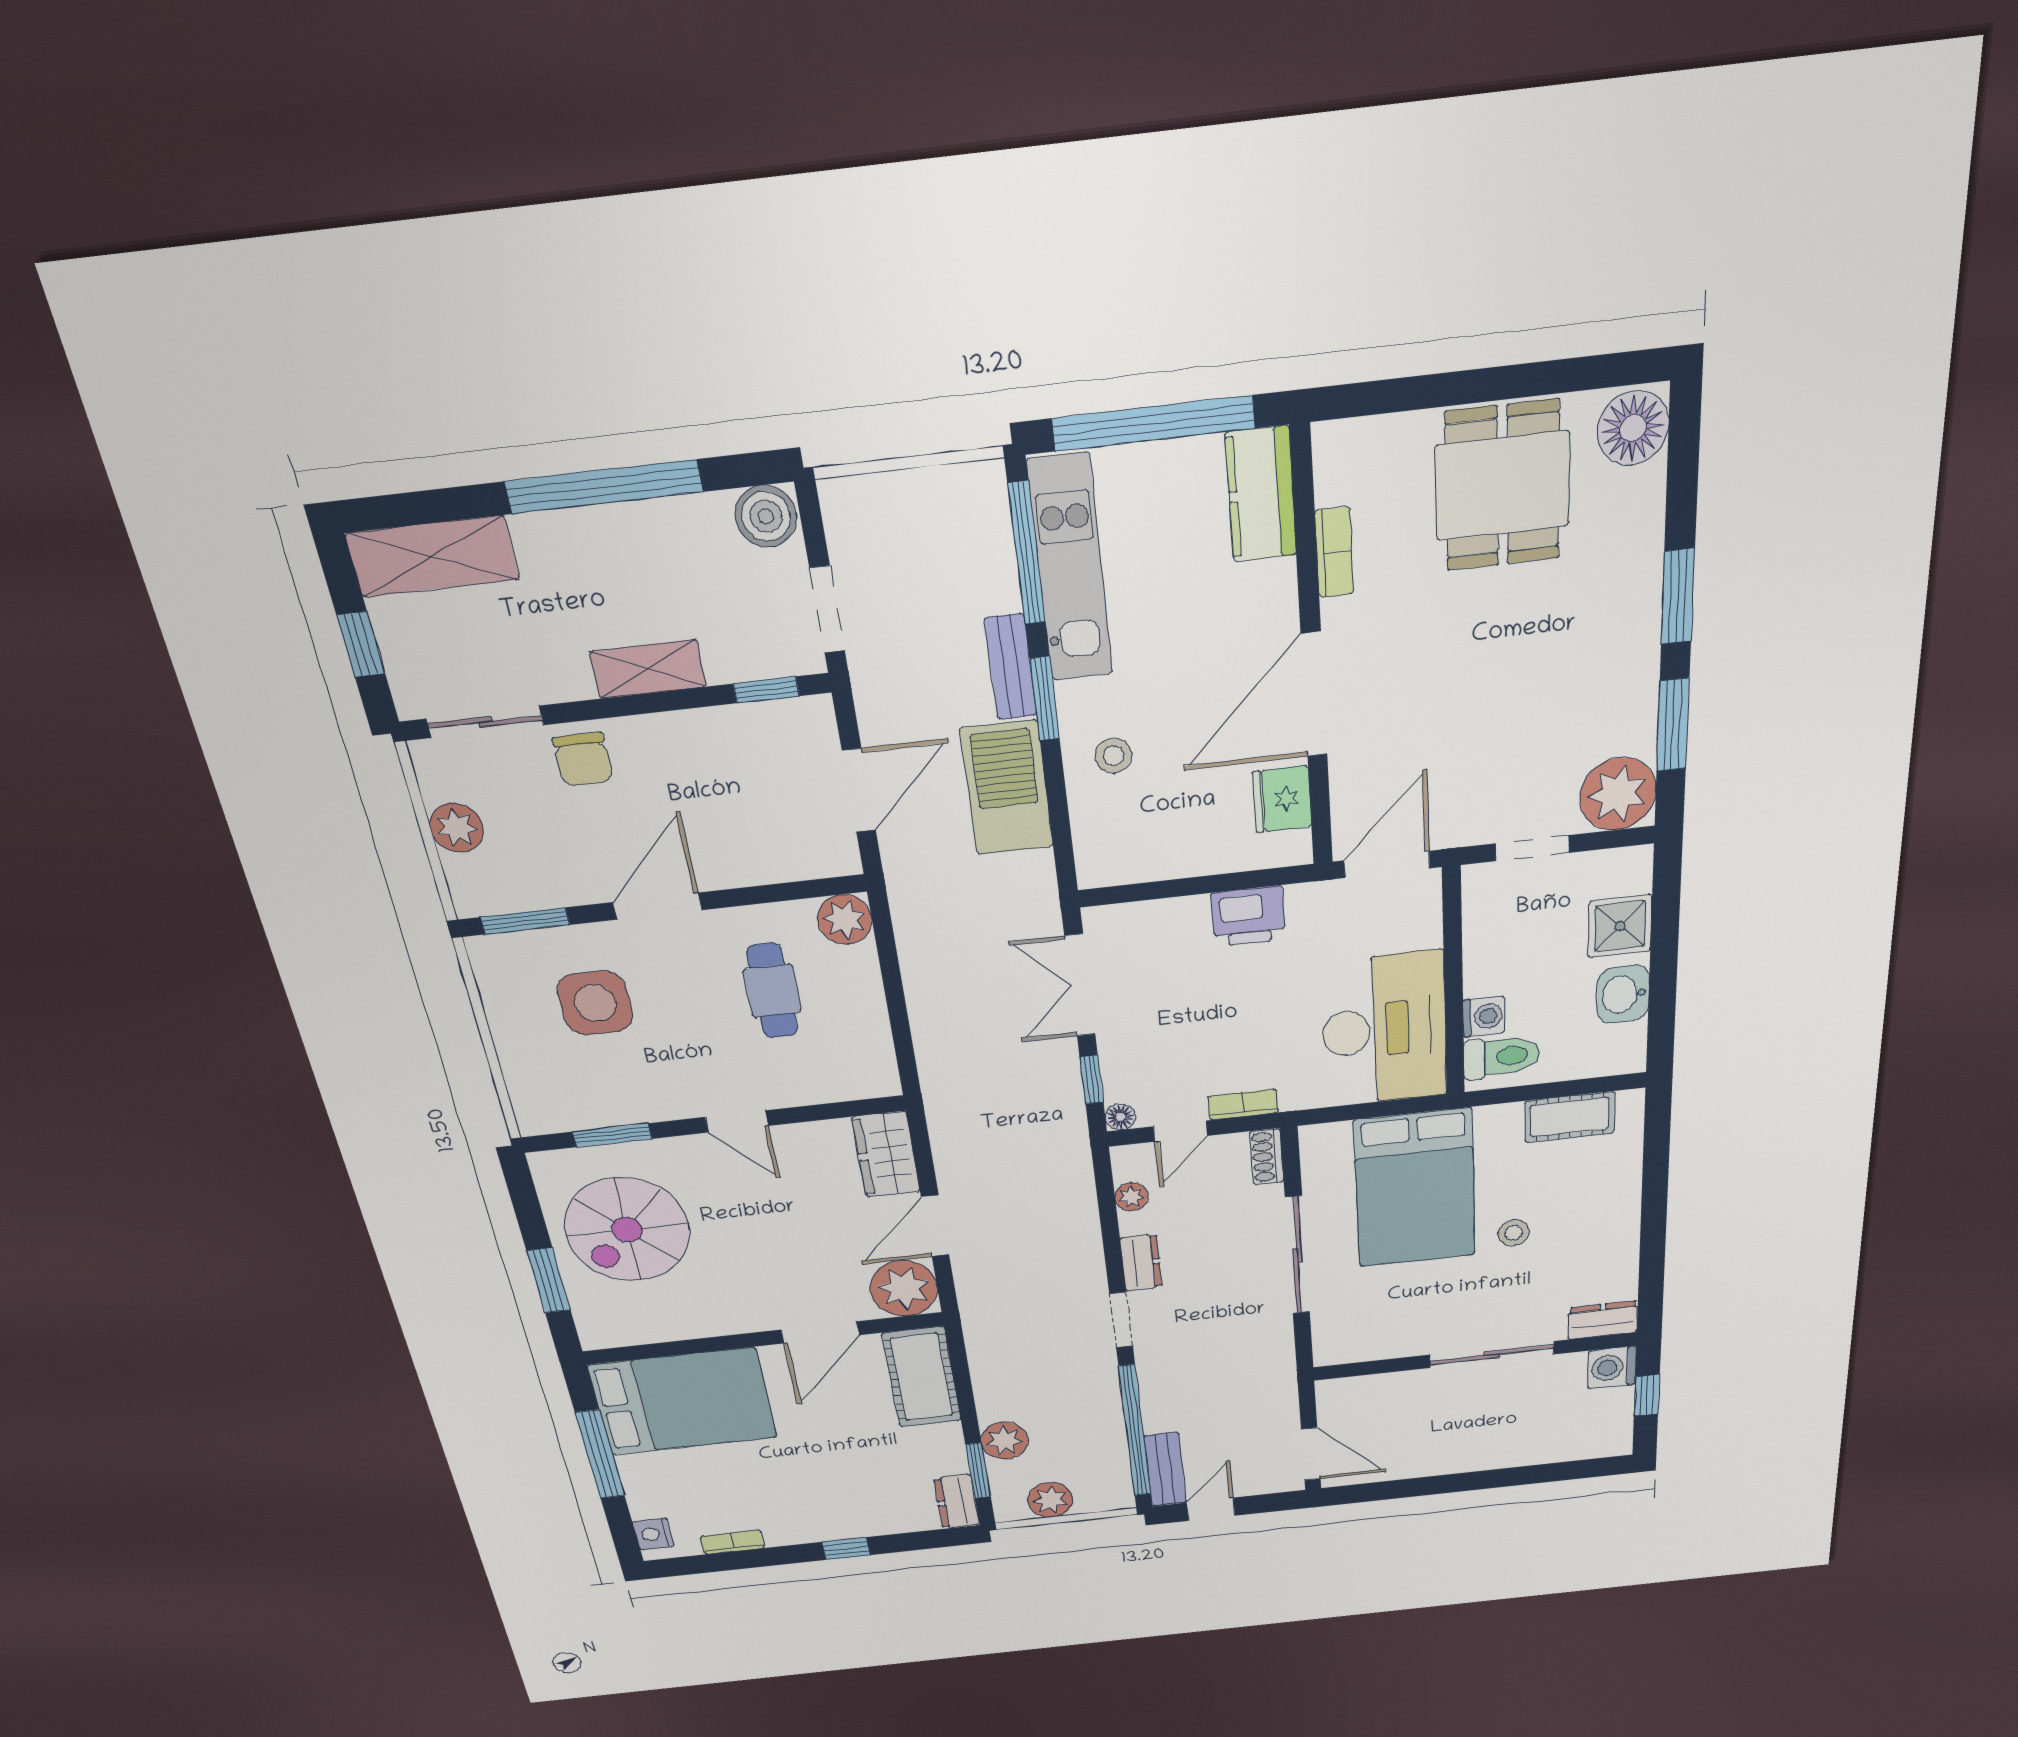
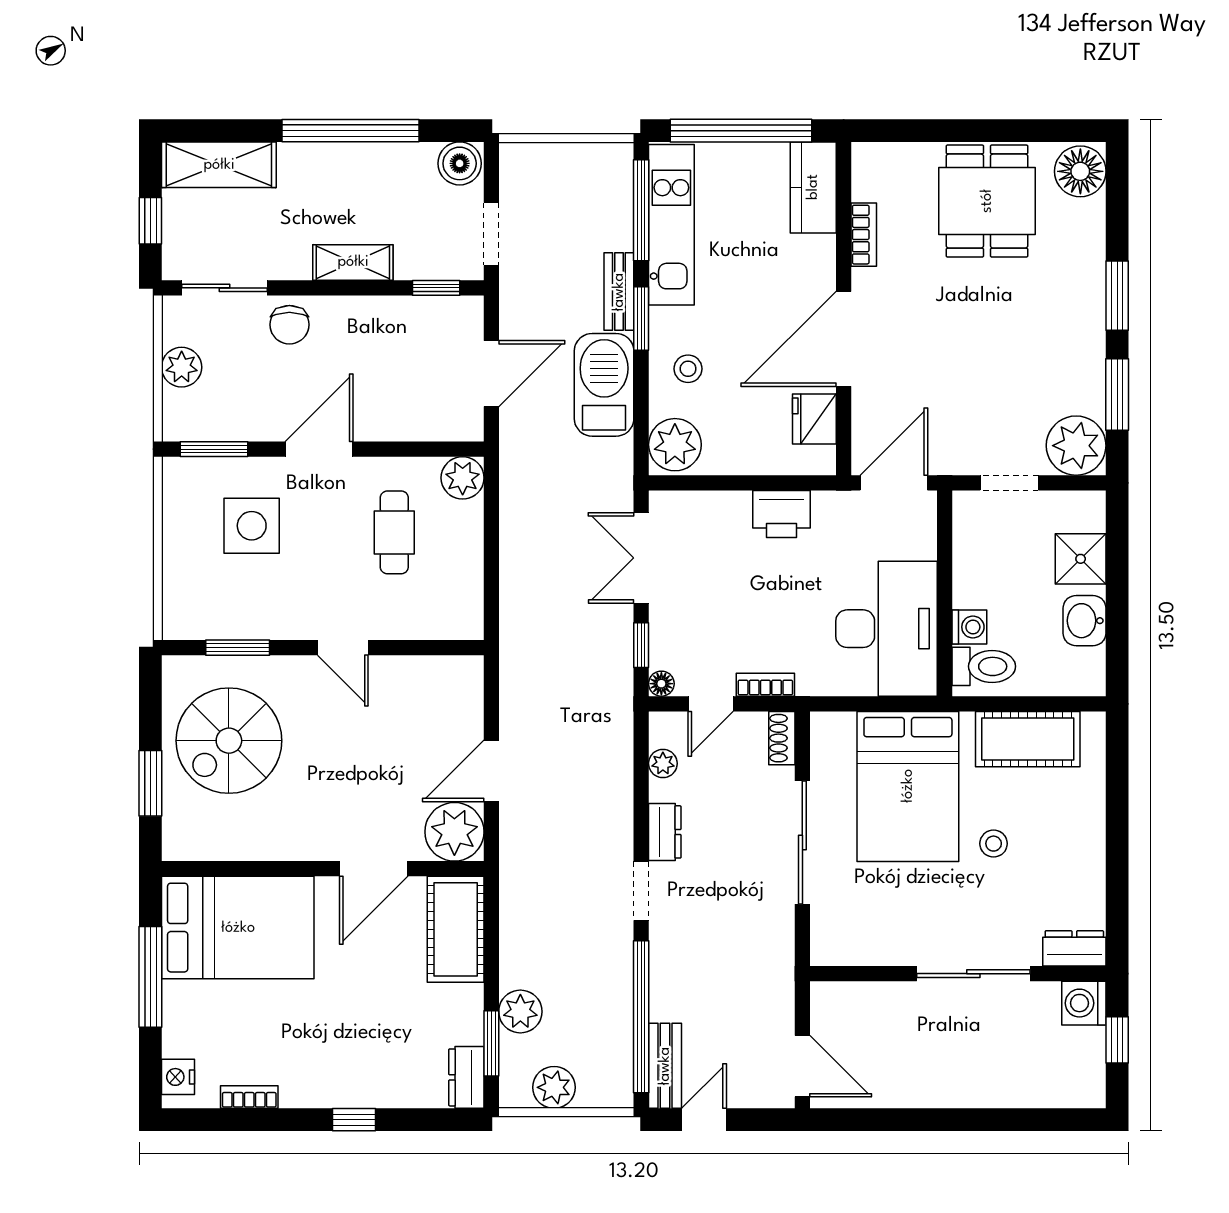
plant: (1107, 850) -> (675, 445), added
cot: (1570, 1117) -> (1028, 739), width x1.37, depth x1.34
wardrobe: (886, 1154) -> (461, 695), removed

